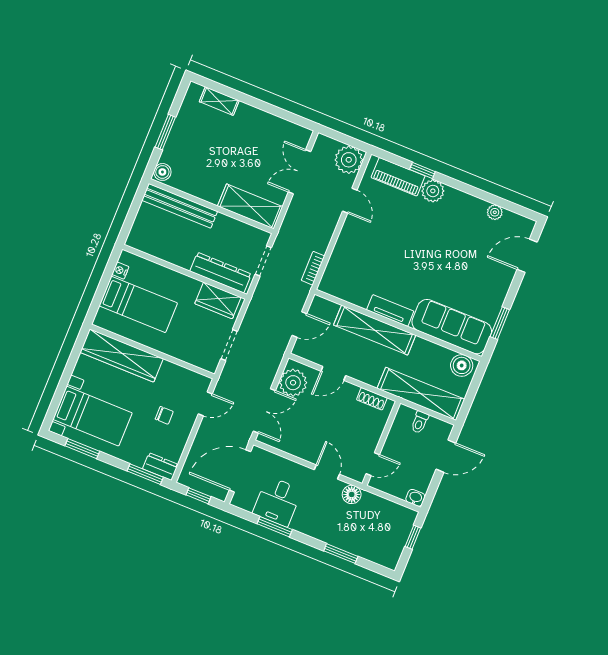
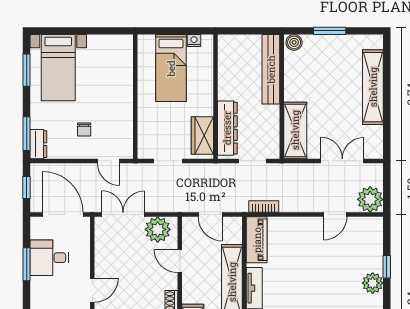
shelving: (219, 101) -> (373, 87), width x2.20, depth x1.33
piano: (398, 177) -> (257, 240), moved, turned 180
wardrobe: (122, 355) -> (121, 72), removed
double door: (264, 411) -> (123, 215), swing flipped

